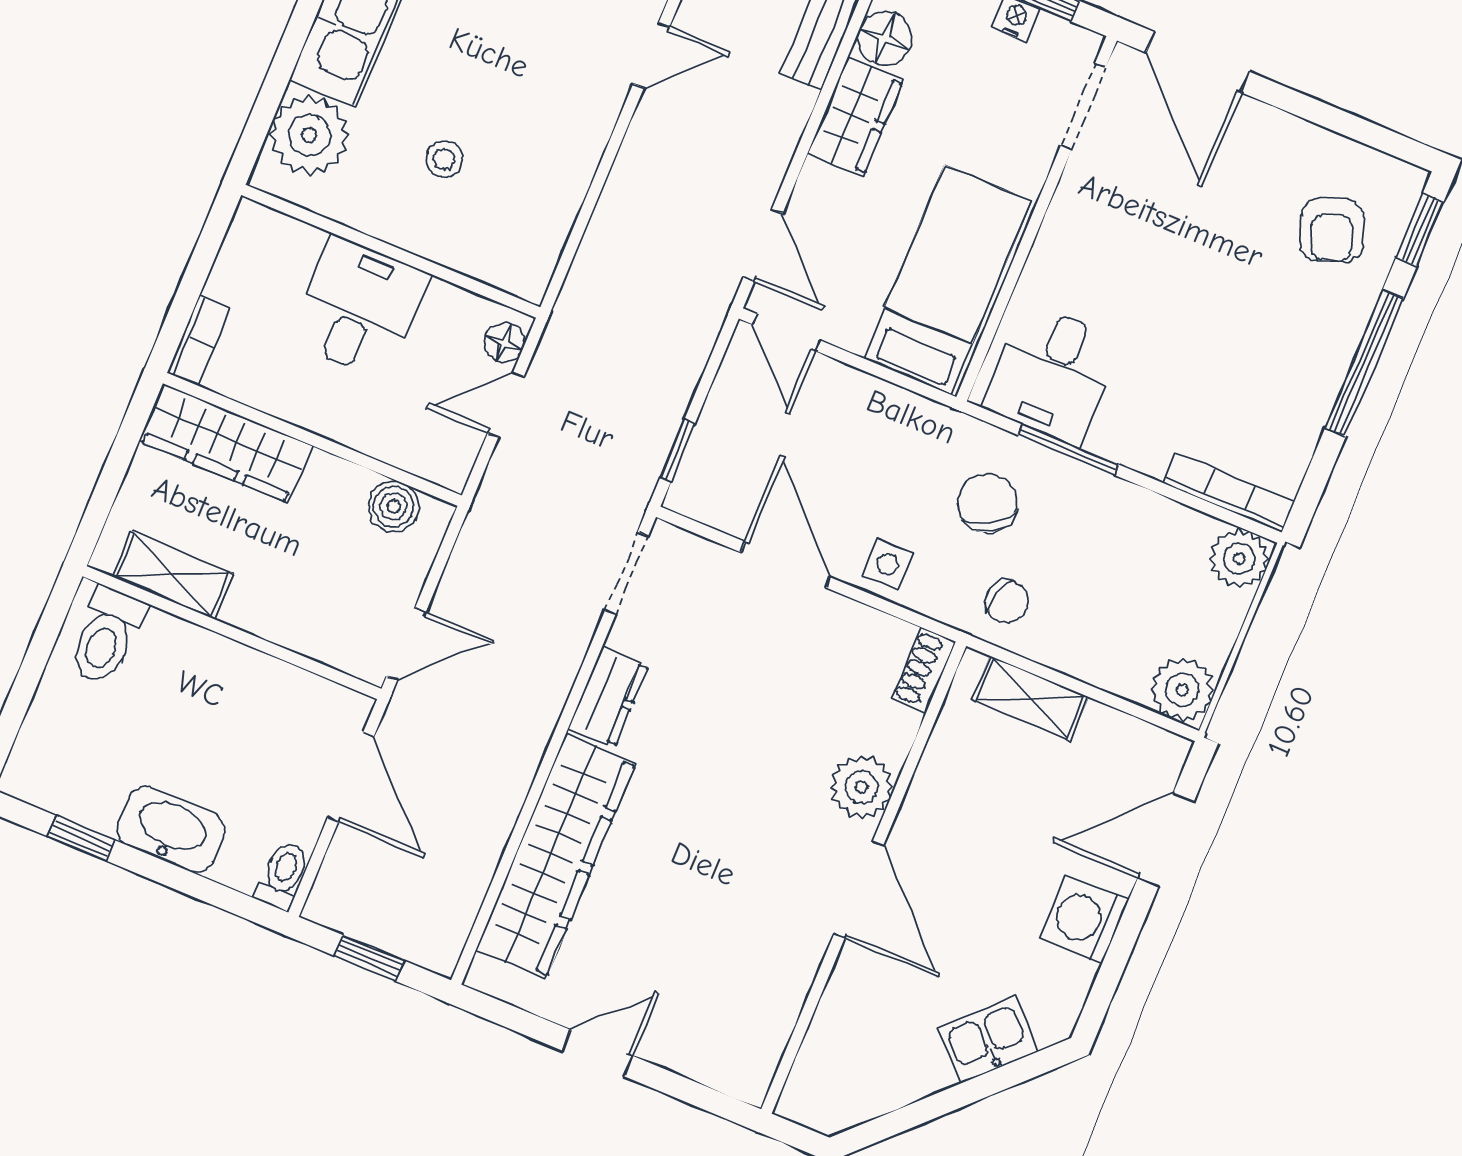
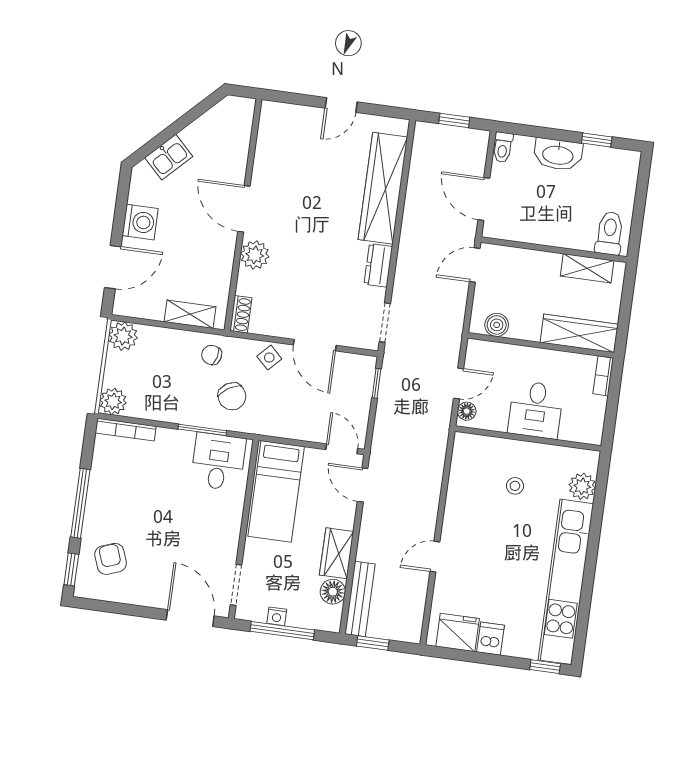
plant: (309, 135) -> (582, 486), width x0.73, depth x0.73
side table: (888, 564) -> (269, 358), turned 45

